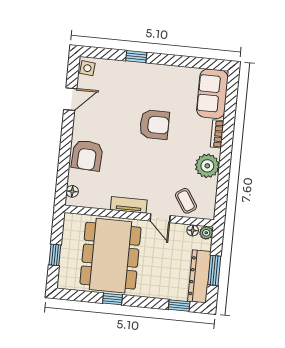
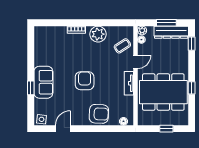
sofa: (212, 94) -> (43, 82), moved, turned -90
door: (70, 99) -> (63, 129), hinge flipped
armchair: (154, 125) -> (85, 81), moved

